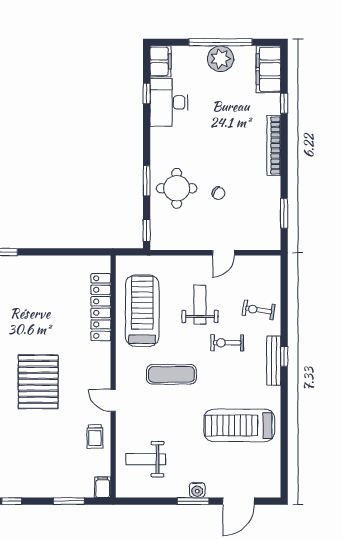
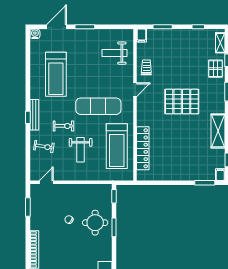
door: (223, 253) -> (46, 182), moved
exercise mat: (171, 374) -> (98, 106), width x1.36, depth x1.45
pallet: (38, 382) -> (182, 102), turned 90
door: (113, 400) -> (135, 90), hinge flipped
treadmill: (239, 425) -> (56, 74), turned 90
weight bench: (146, 459) -> (114, 53), turned 180
water cooler: (197, 490) -> (35, 34), moved

